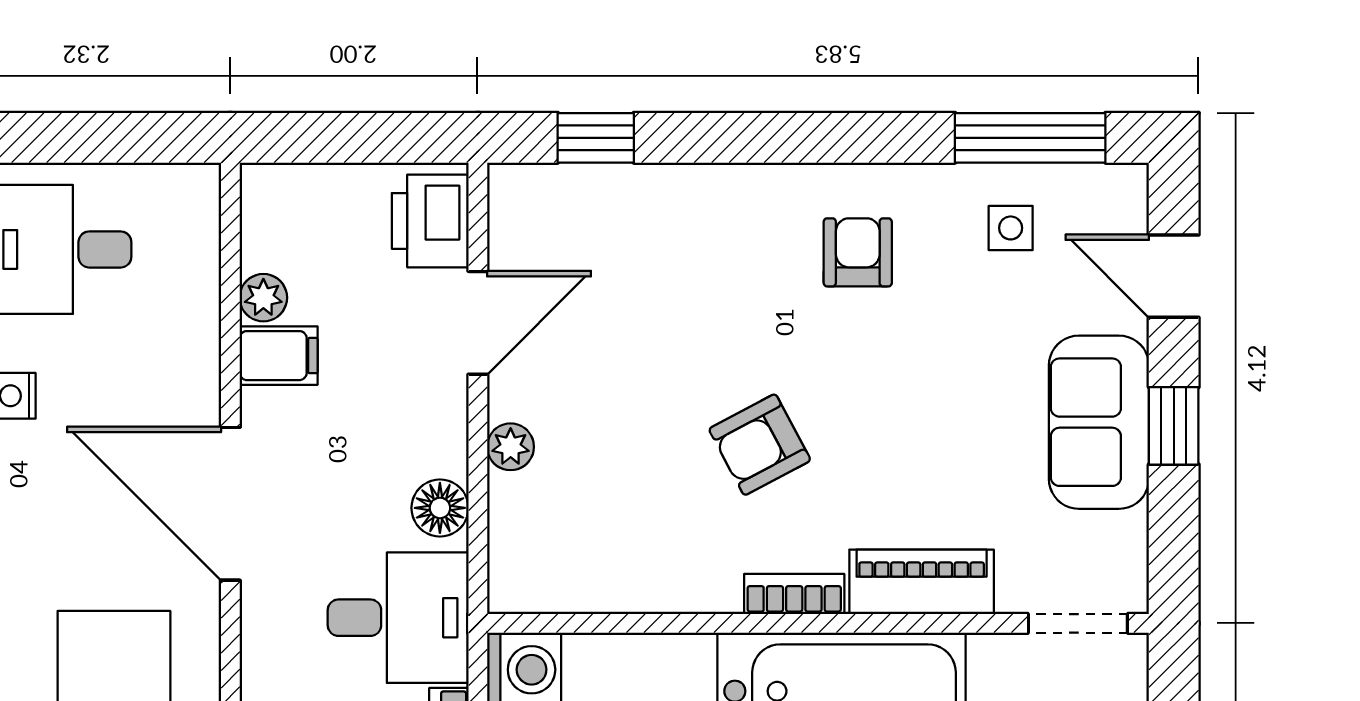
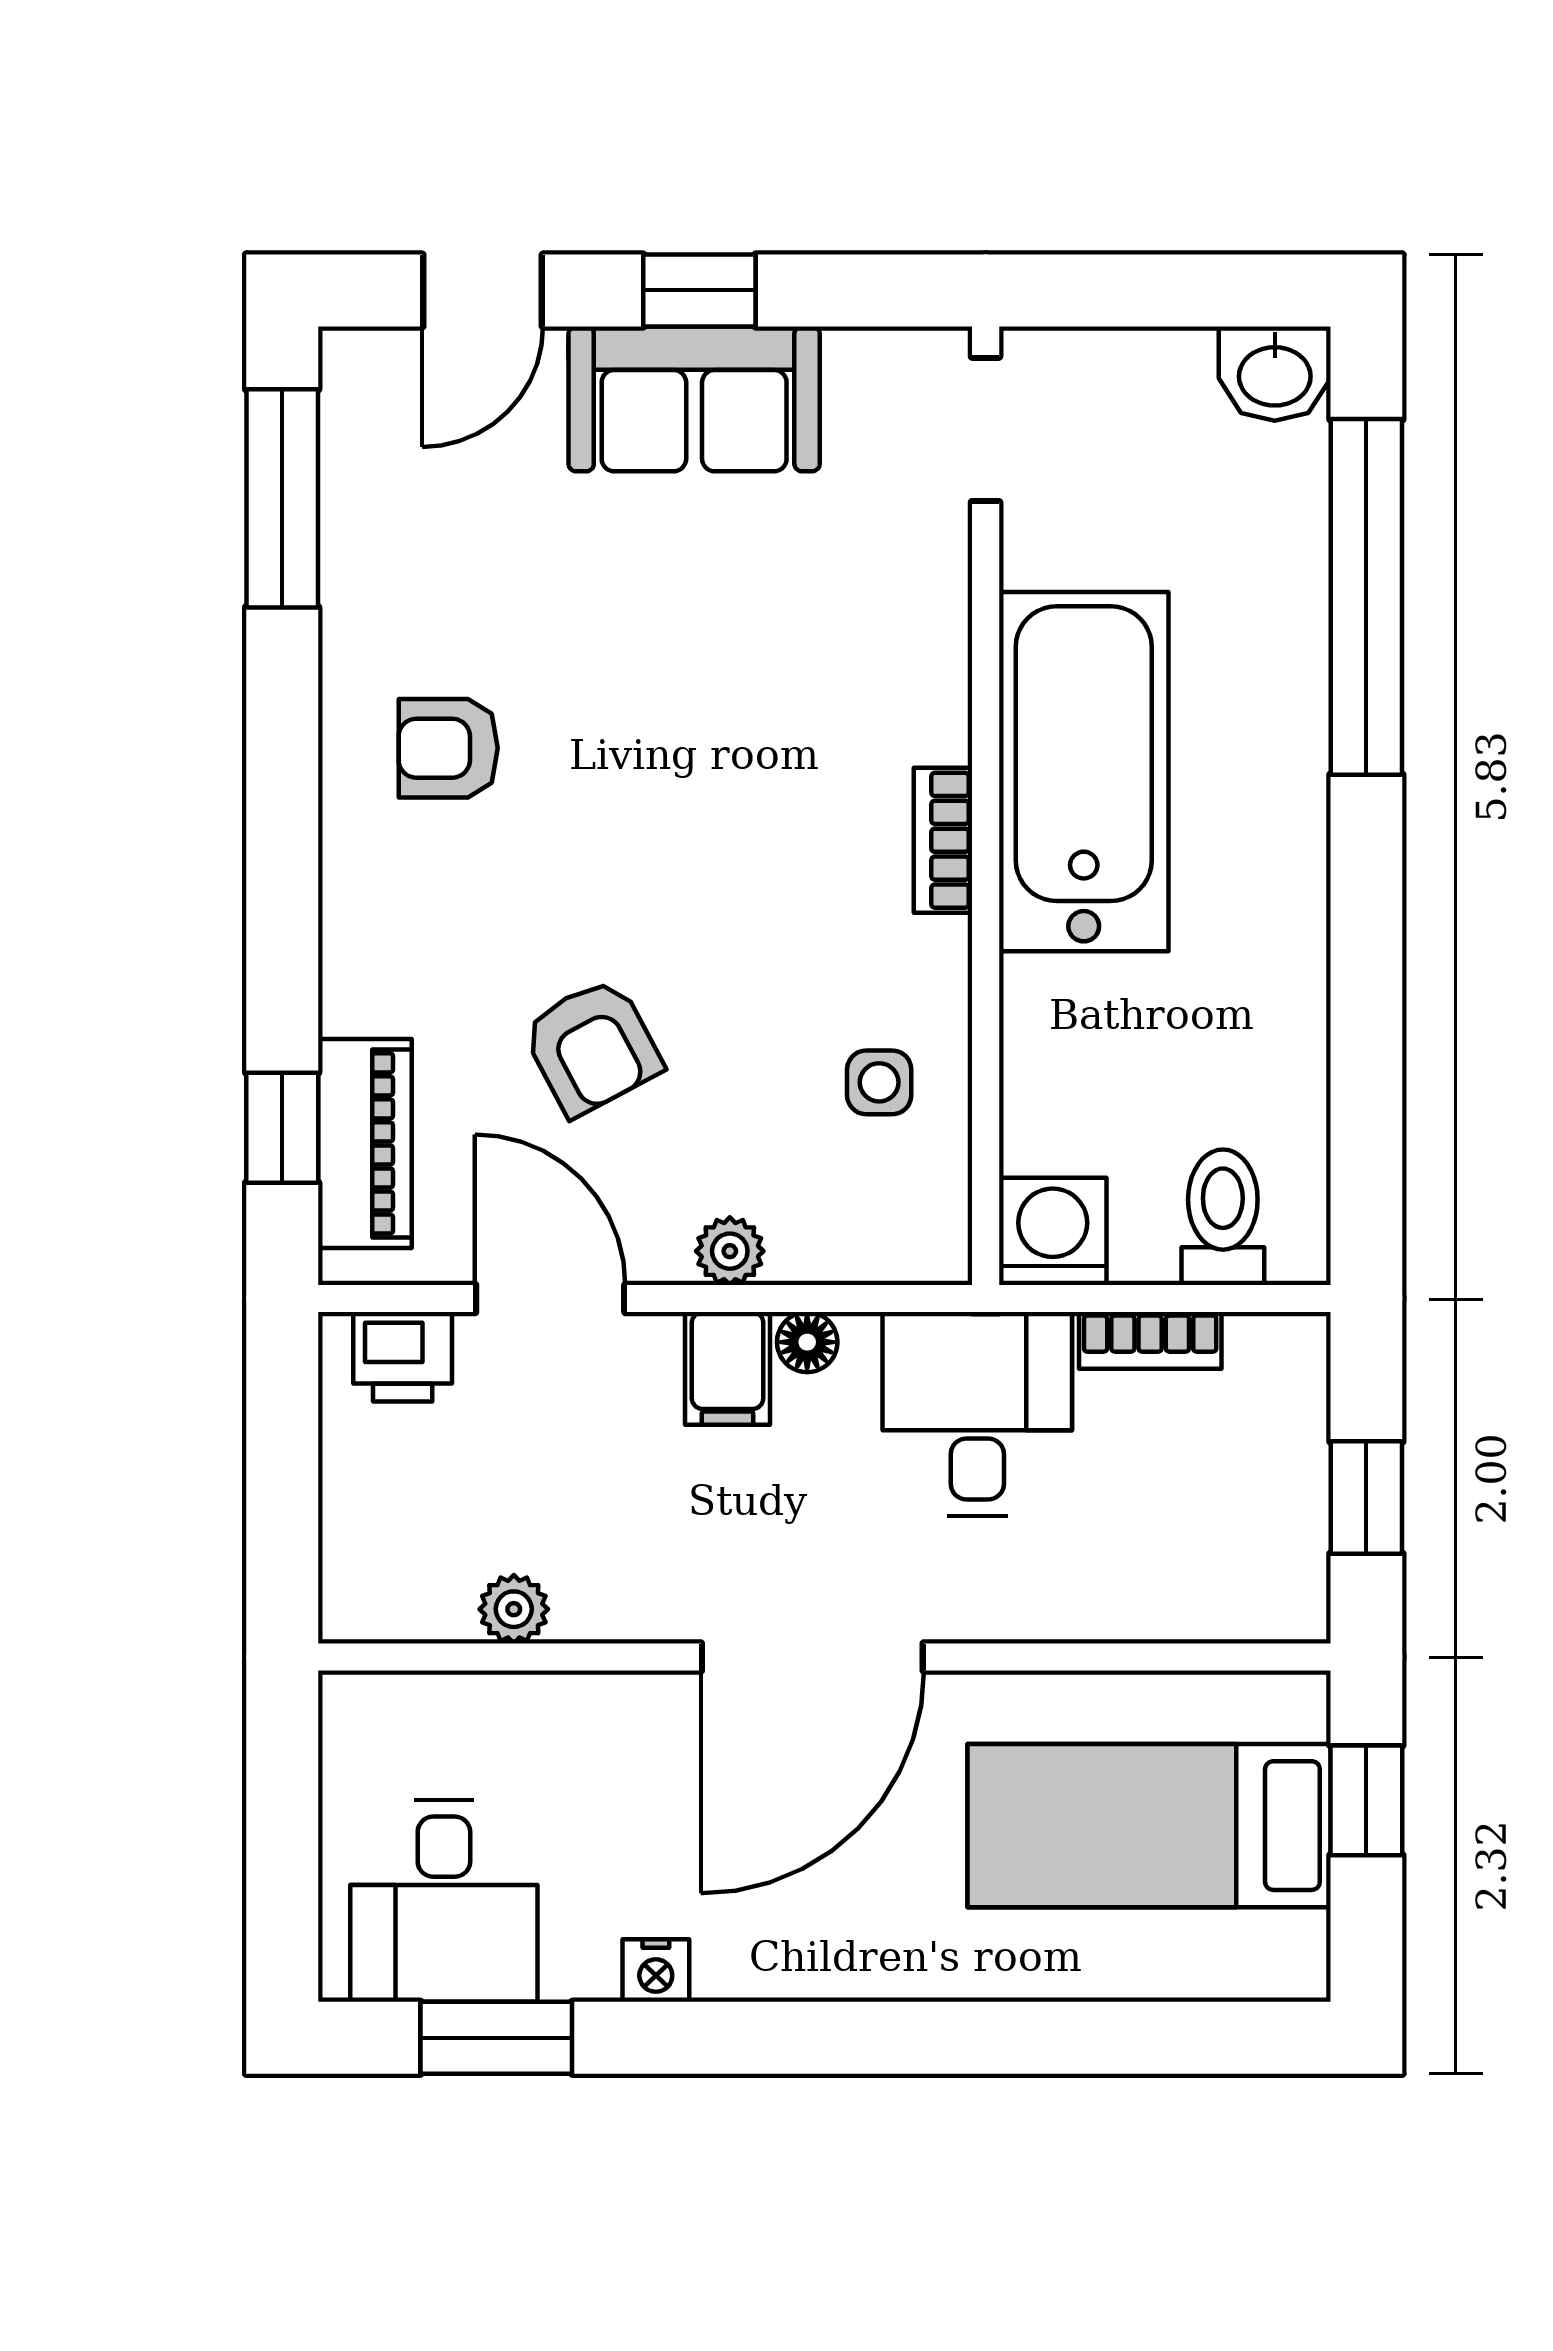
printer: (430, 221) -> (403, 1357), width x0.73, depth x0.81
side table: (1011, 228) -> (879, 1082), moved
filing cabinet: (279, 356) -> (728, 1368), moved, turned 180
armchair: (760, 445) -> (592, 1047), moved
floor lamp: (440, 508) -> (807, 1342), width x0.73, depth x0.73
piano: (922, 582) -> (365, 1143), moved, turned 180

